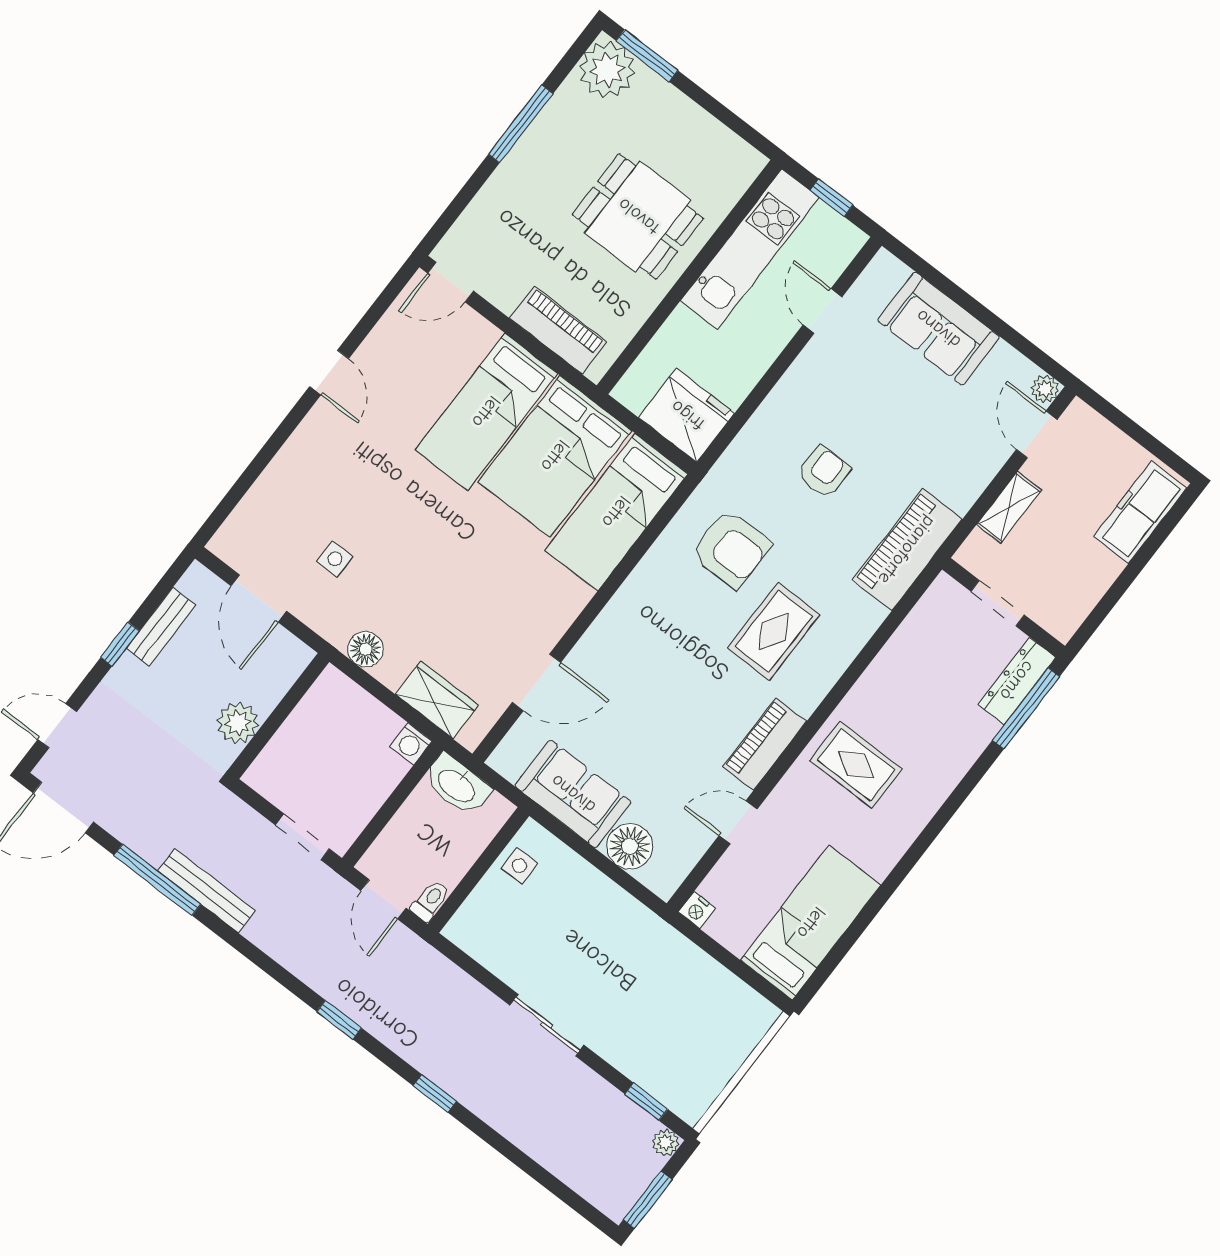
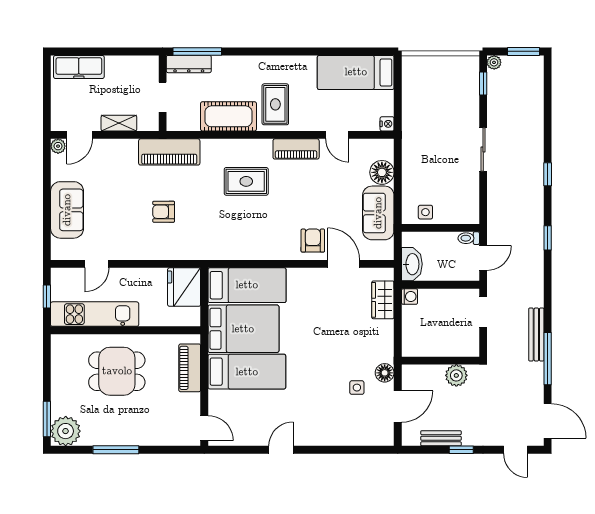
dining table: (638, 216) -> (117, 371), turned 90
armchair: (731, 549) -> (313, 241), moved, width x0.72, depth x0.72
floor lamp: (366, 649) -> (385, 373), moved
cot: (892, 680) -> (228, 116), added

